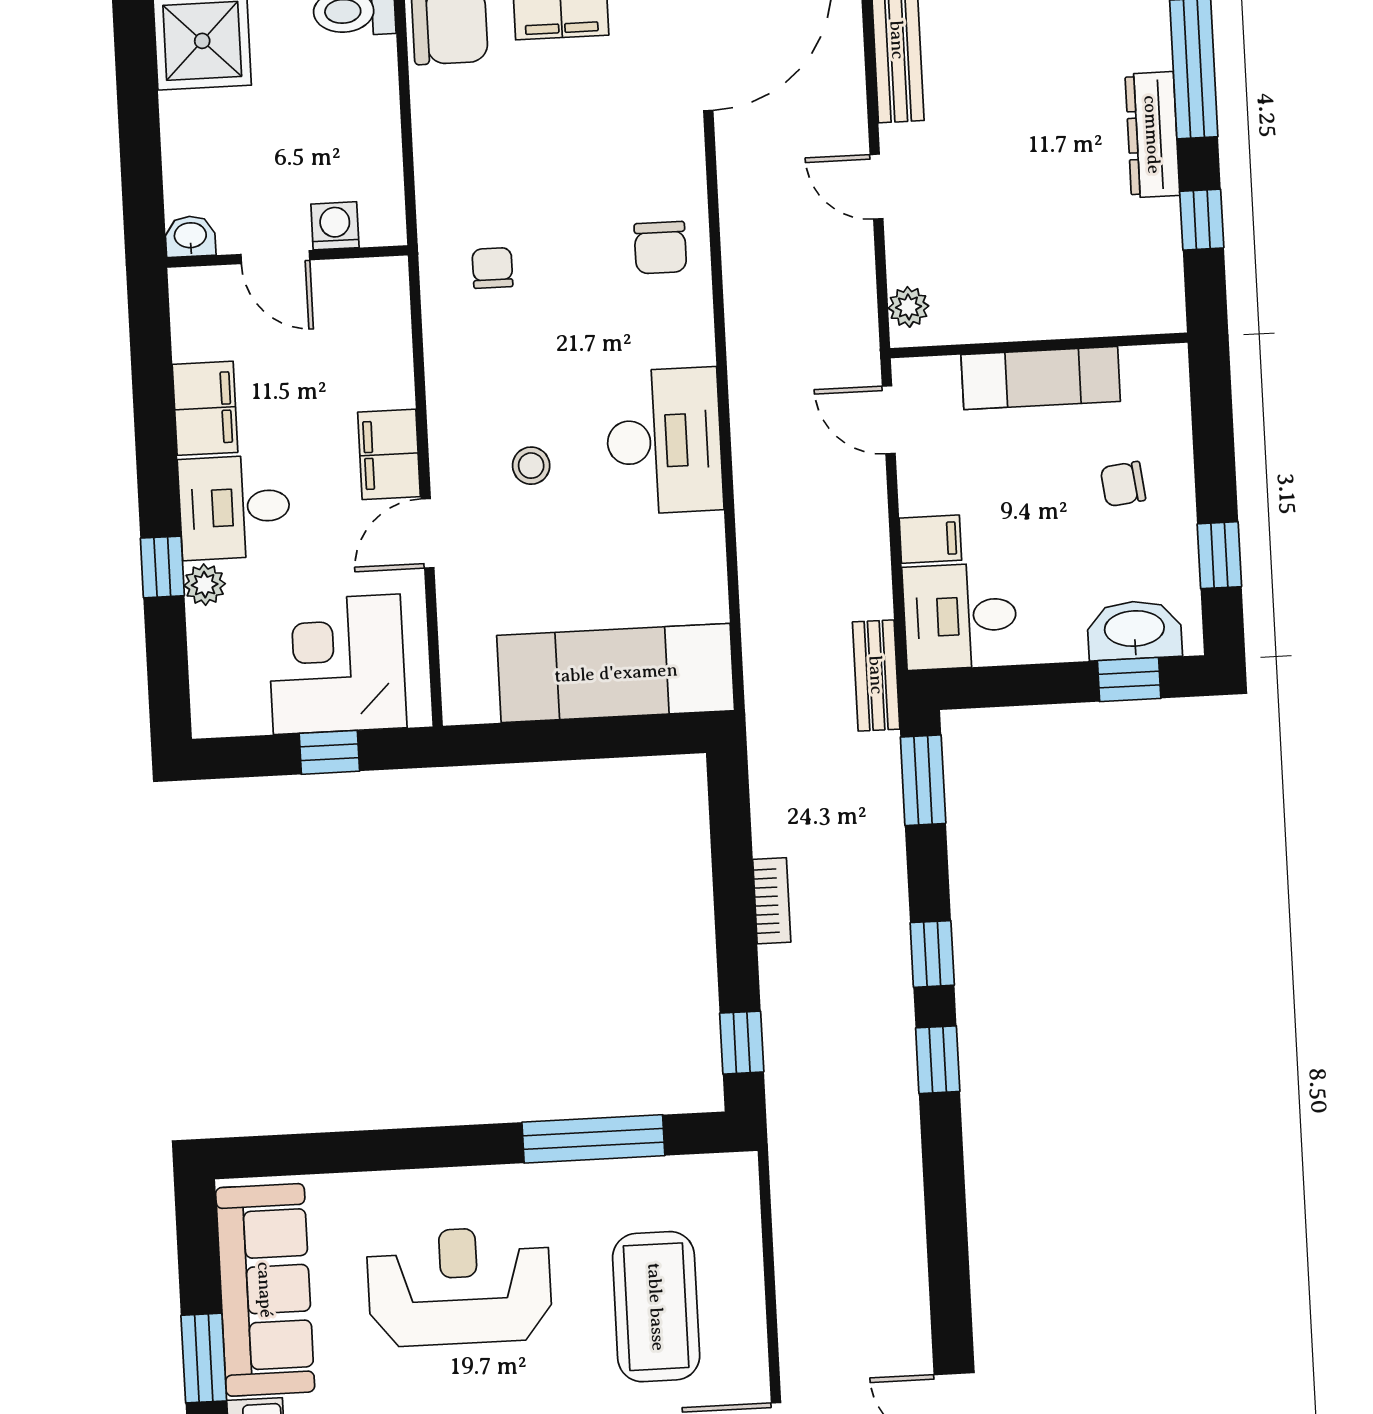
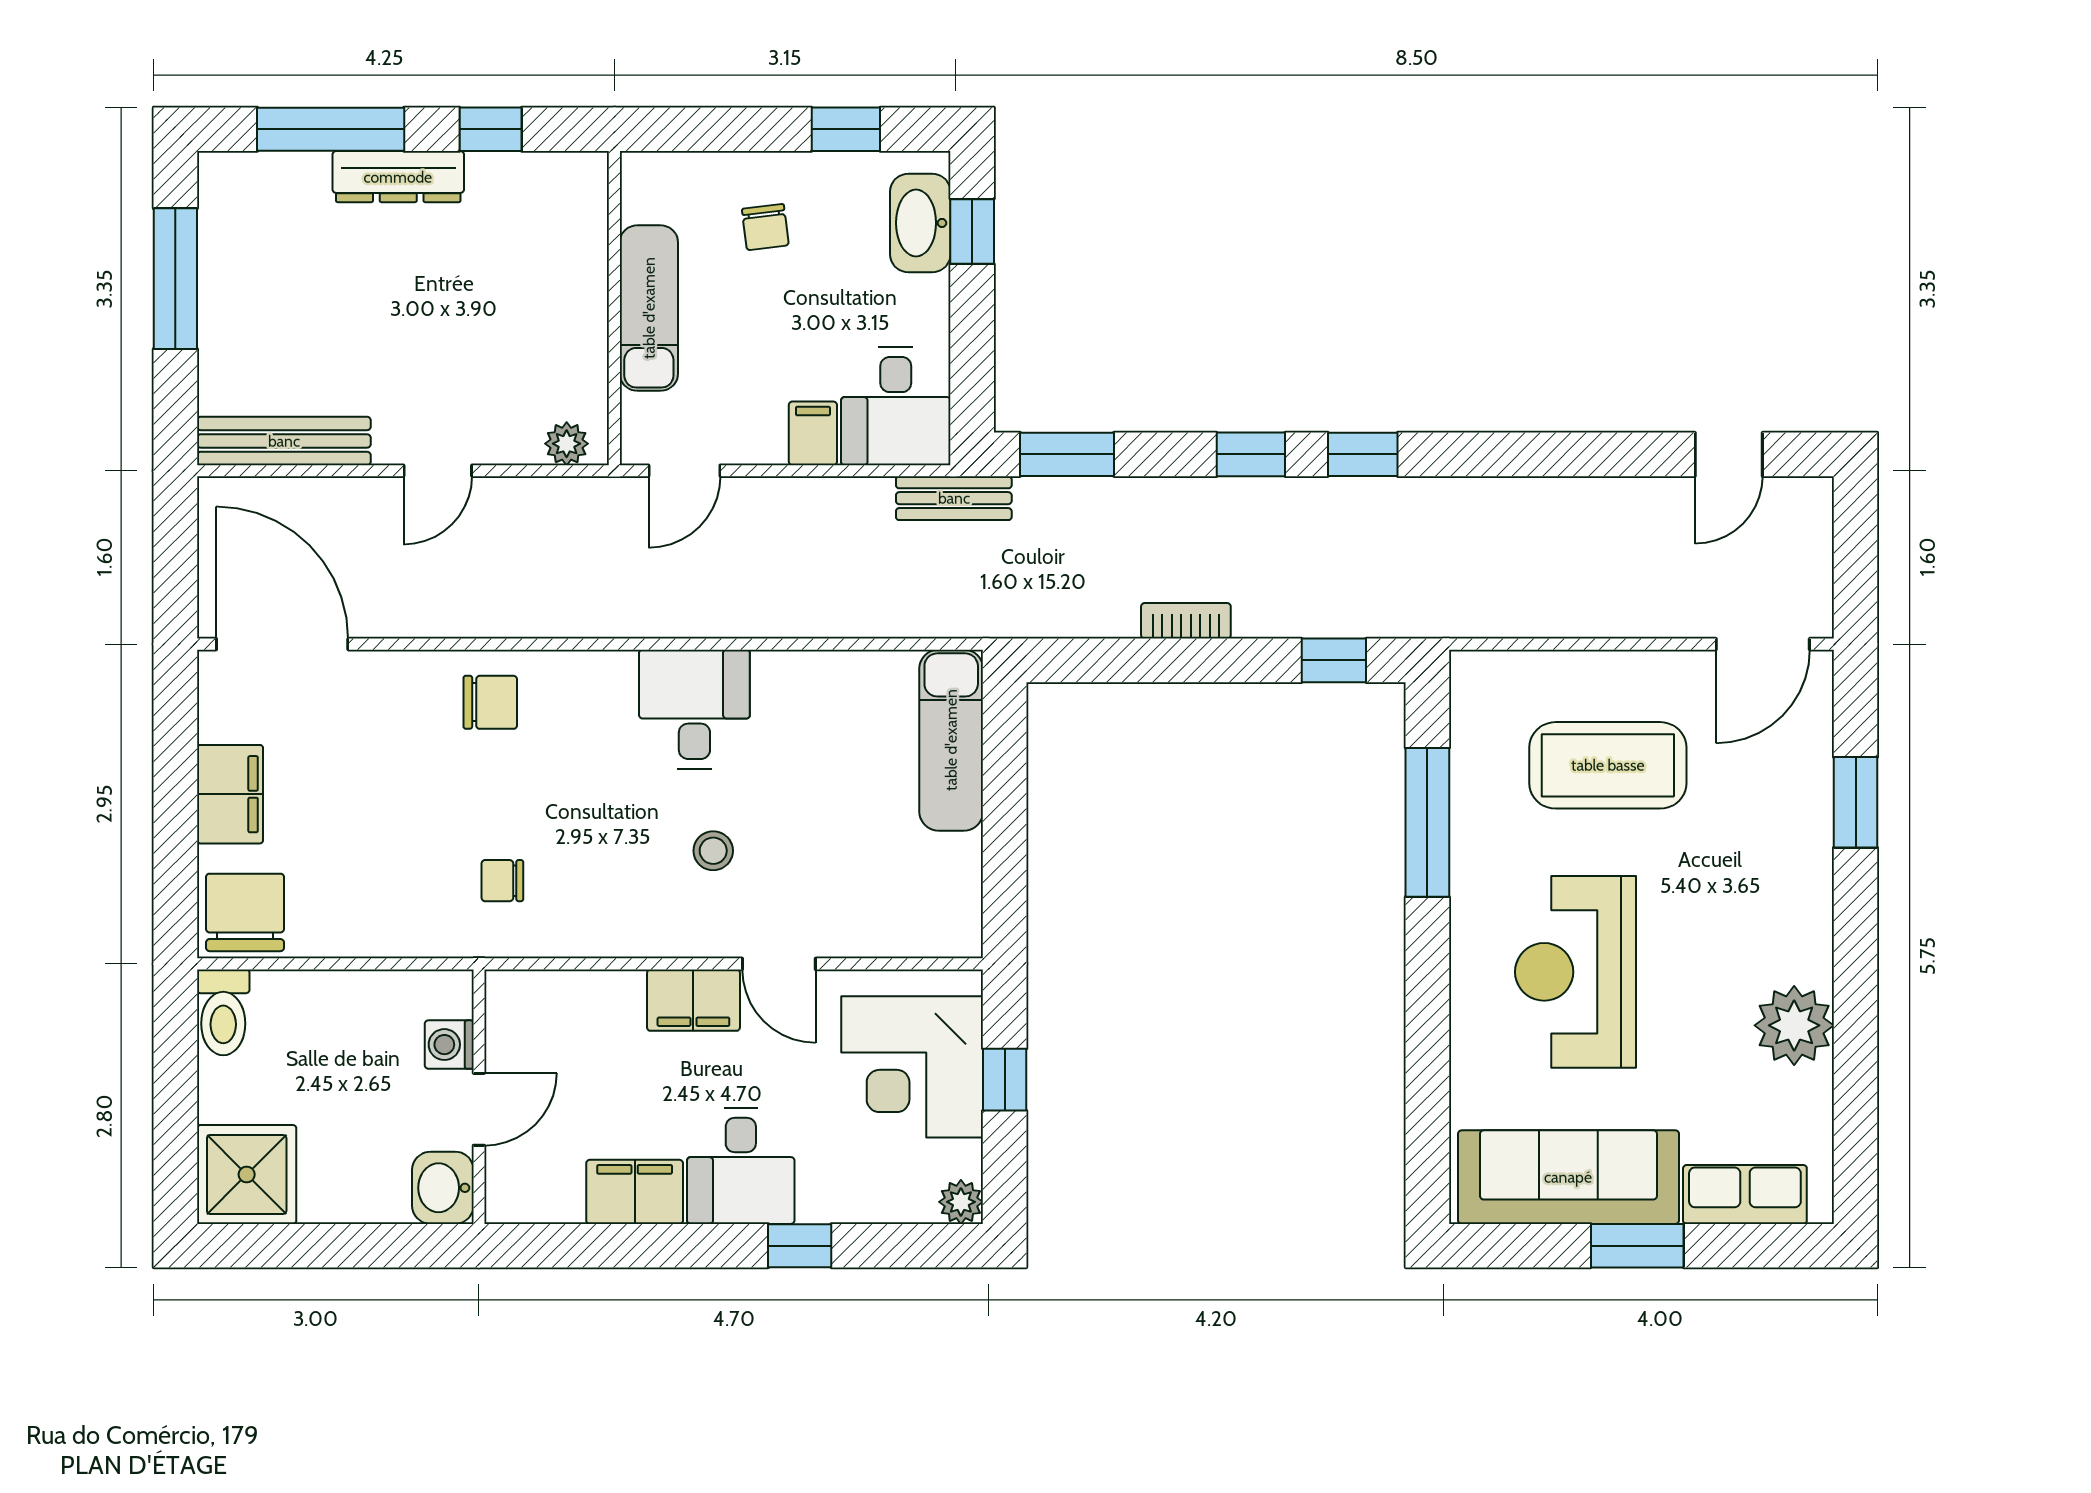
washbasin: (190, 236) -> (443, 1188), width x1.38, depth x1.45
desk: (664, 441) -> (694, 709), width x0.73
plant: (205, 585) -> (961, 1202), moved
exam couch: (616, 673) -> (951, 740), width x0.73, depth x0.69

